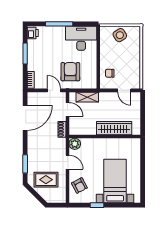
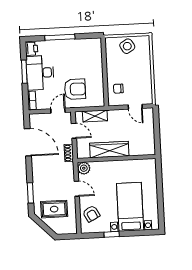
desk: (81, 38) -> (40, 73), moved, turned -90
armchair: (70, 72) -> (75, 89), turned 90
door: (54, 90) -> (58, 111), hinge flipped
door: (25, 118) -> (28, 142), hinge flipped
wardrobe: (114, 128) -> (109, 150), moved

